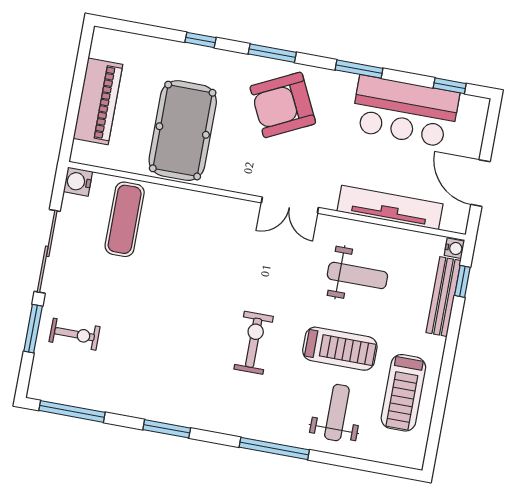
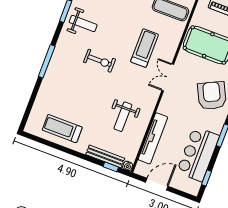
double door: (290, 205) -> (168, 77), moved
treadmill: (340, 349) -> (144, 48), moved, turned 180
weight bench: (337, 413) -> (83, 23), moved

